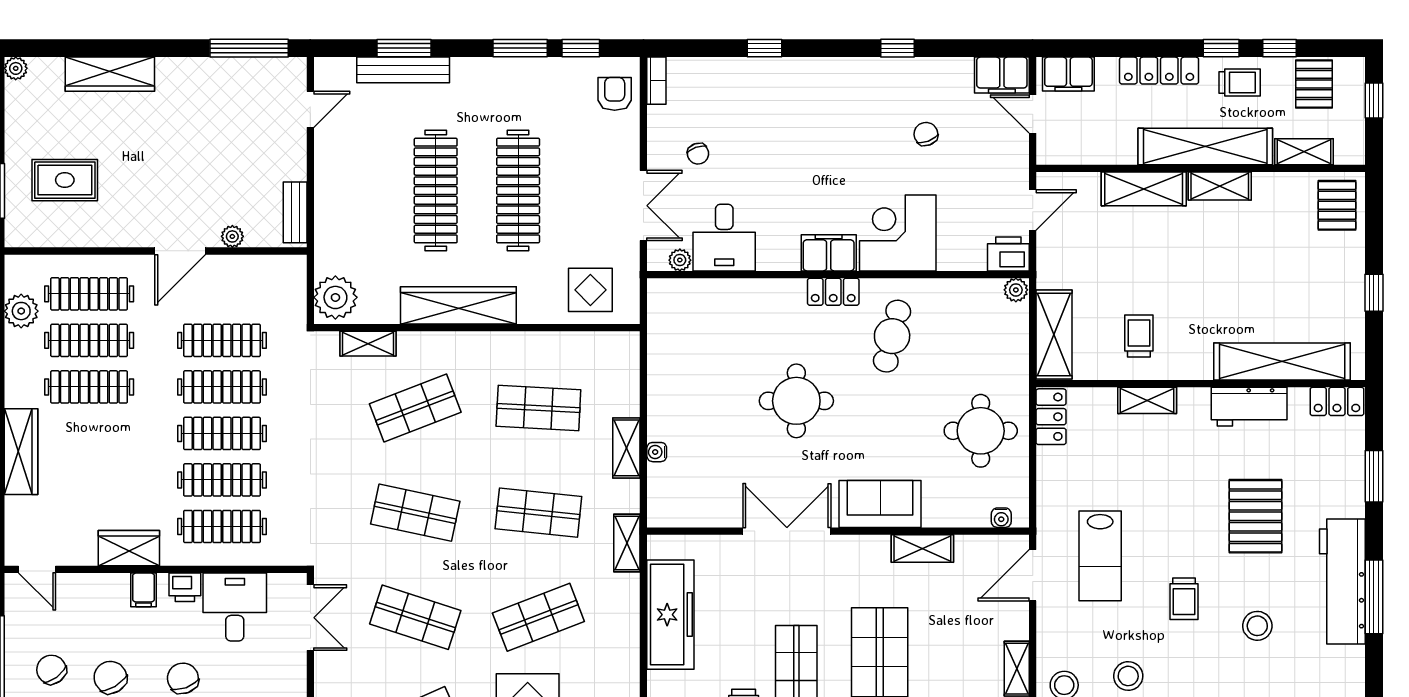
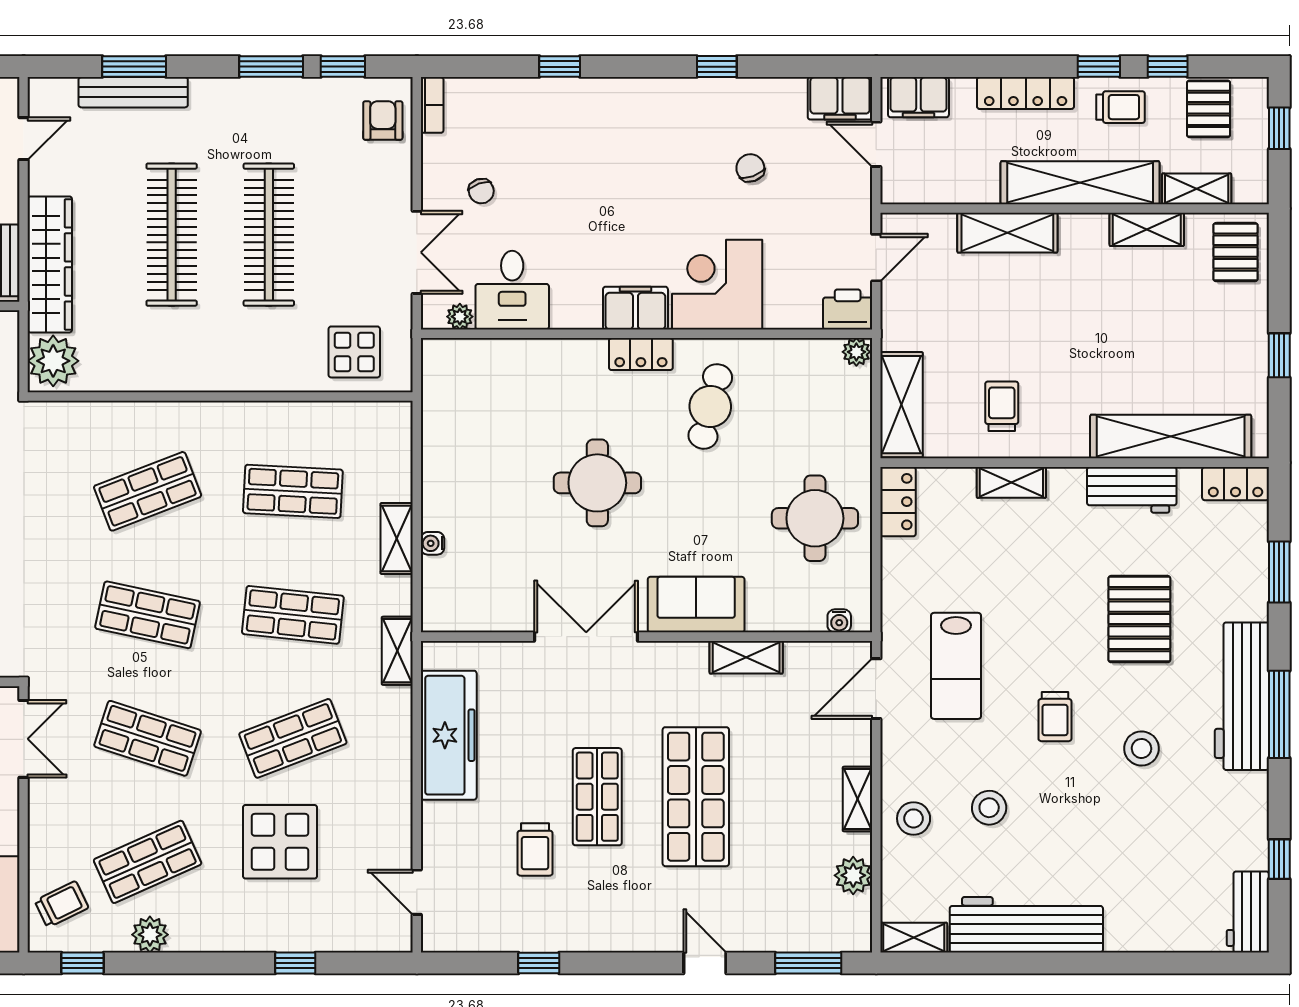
shelving: (1220, 186) -> (1147, 229), moved
wardrobe: (458, 305) -> (50, 264), moved, turned 90
shelving: (368, 344) -> (92, 415), removed

